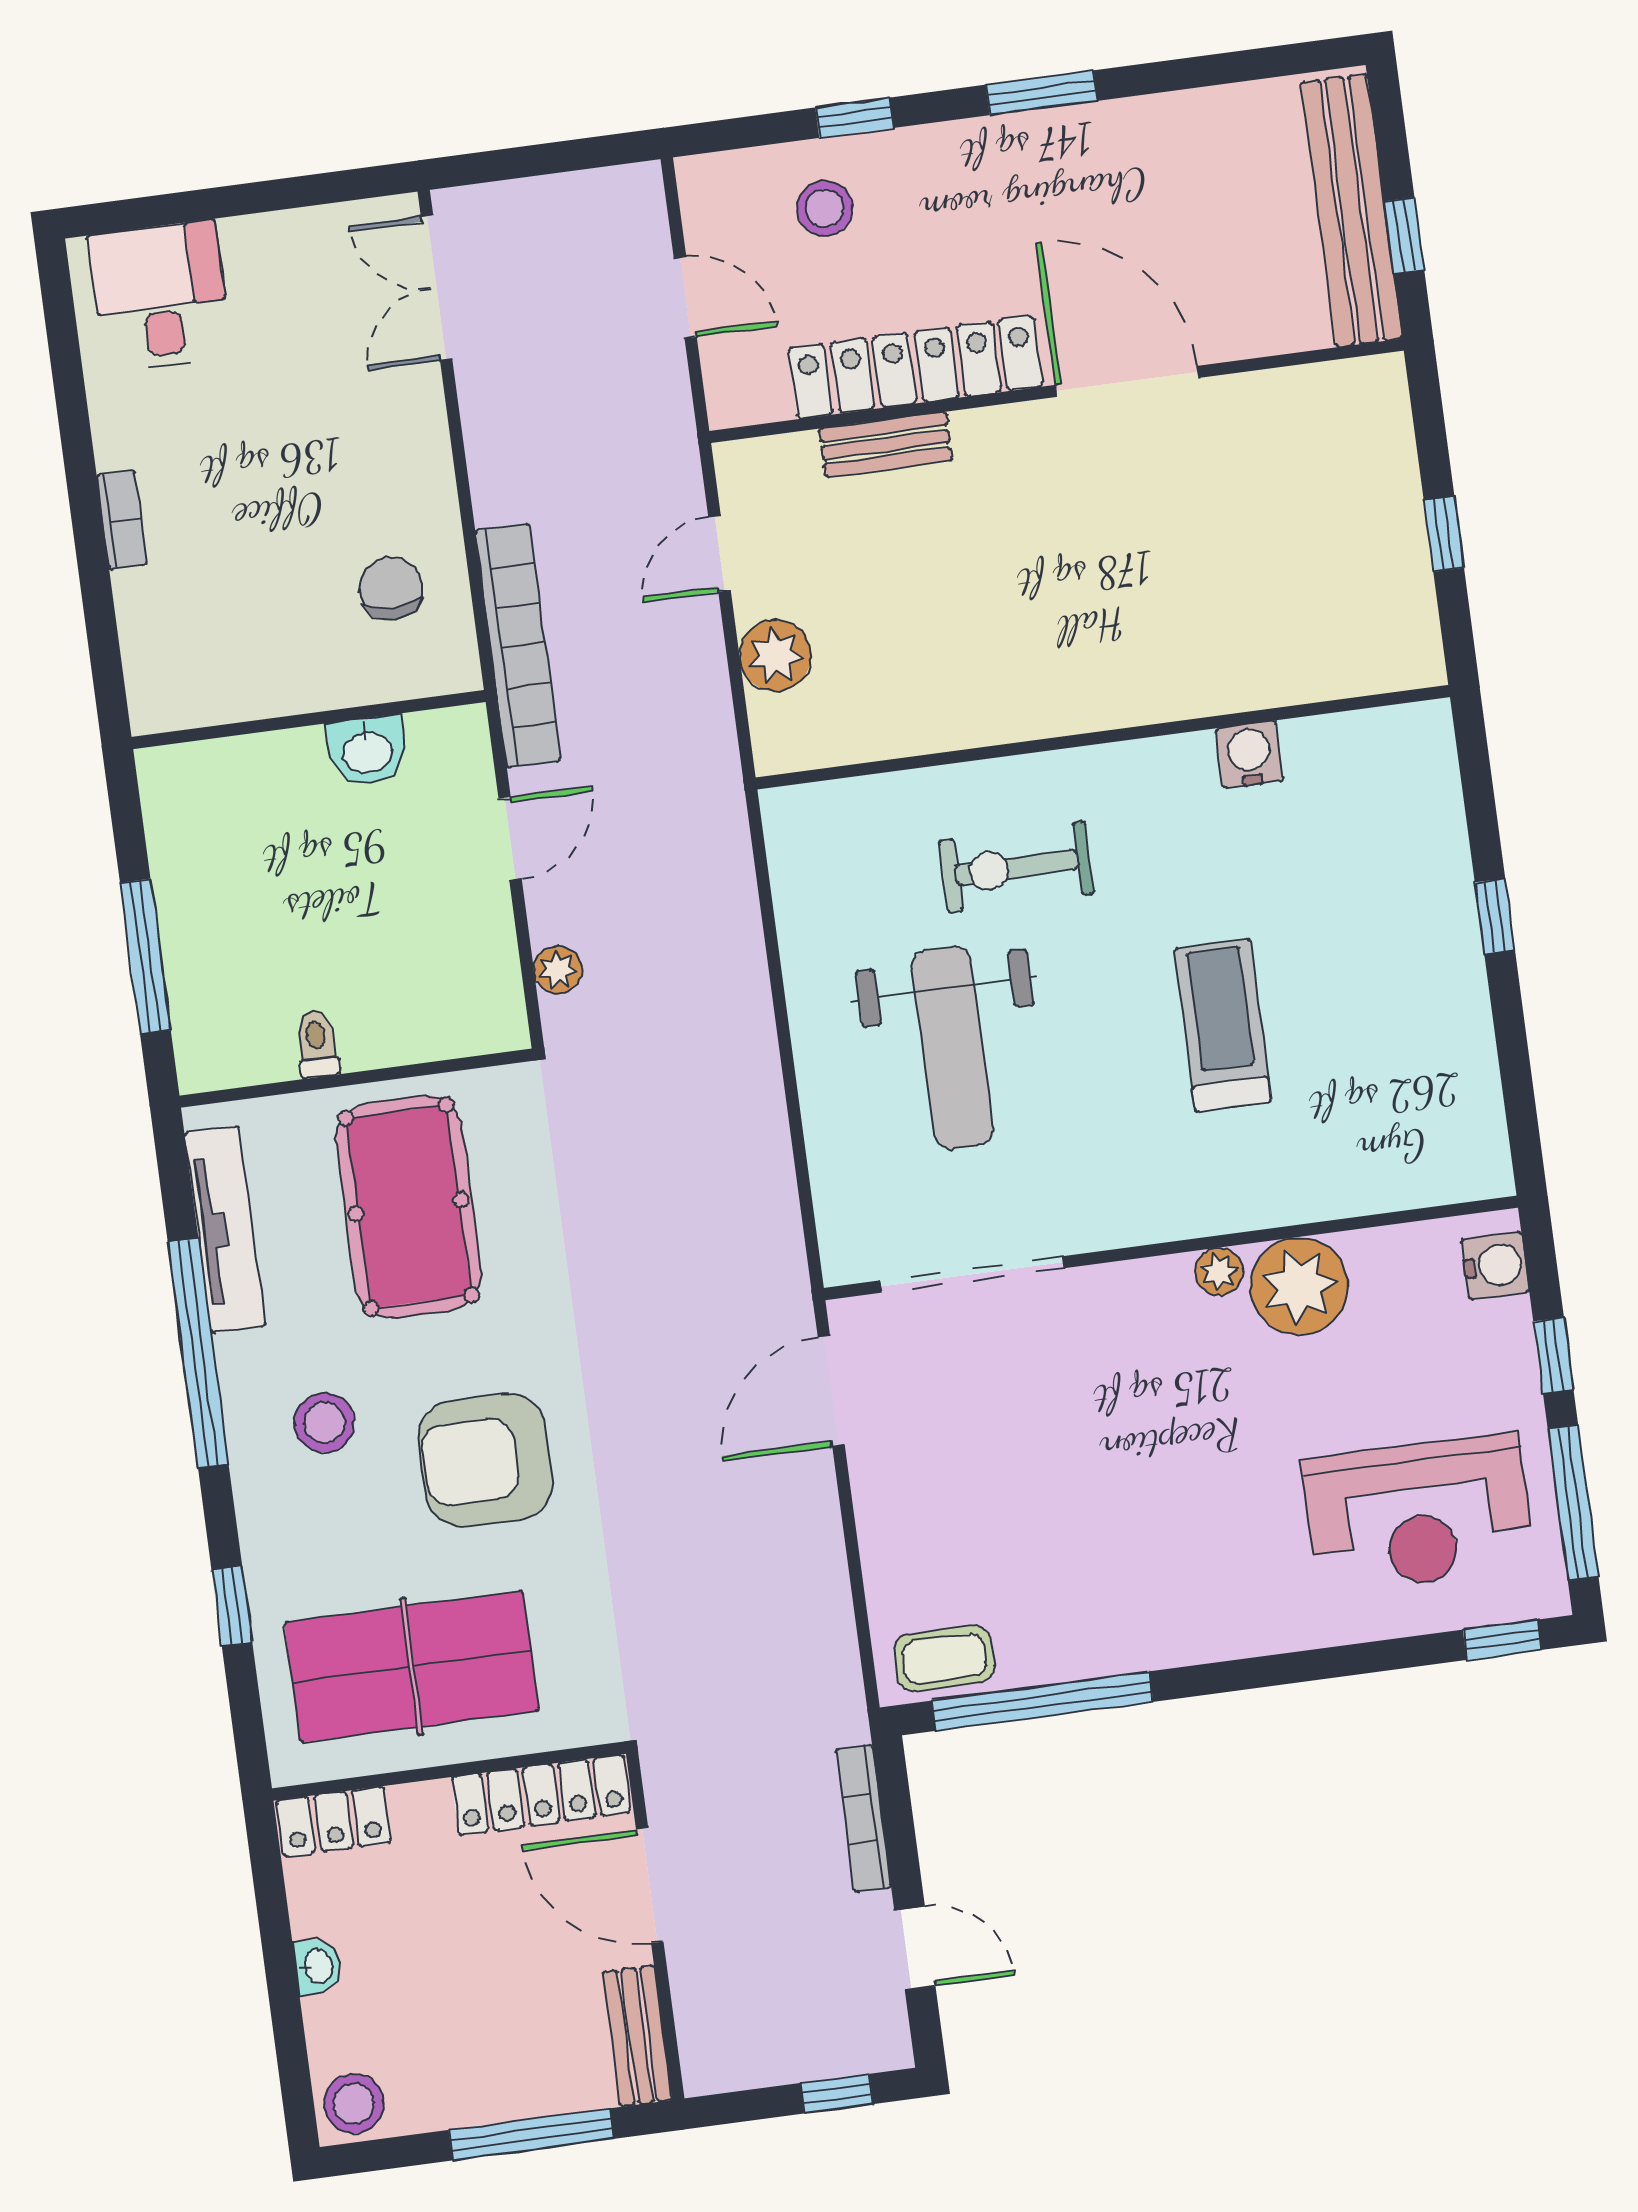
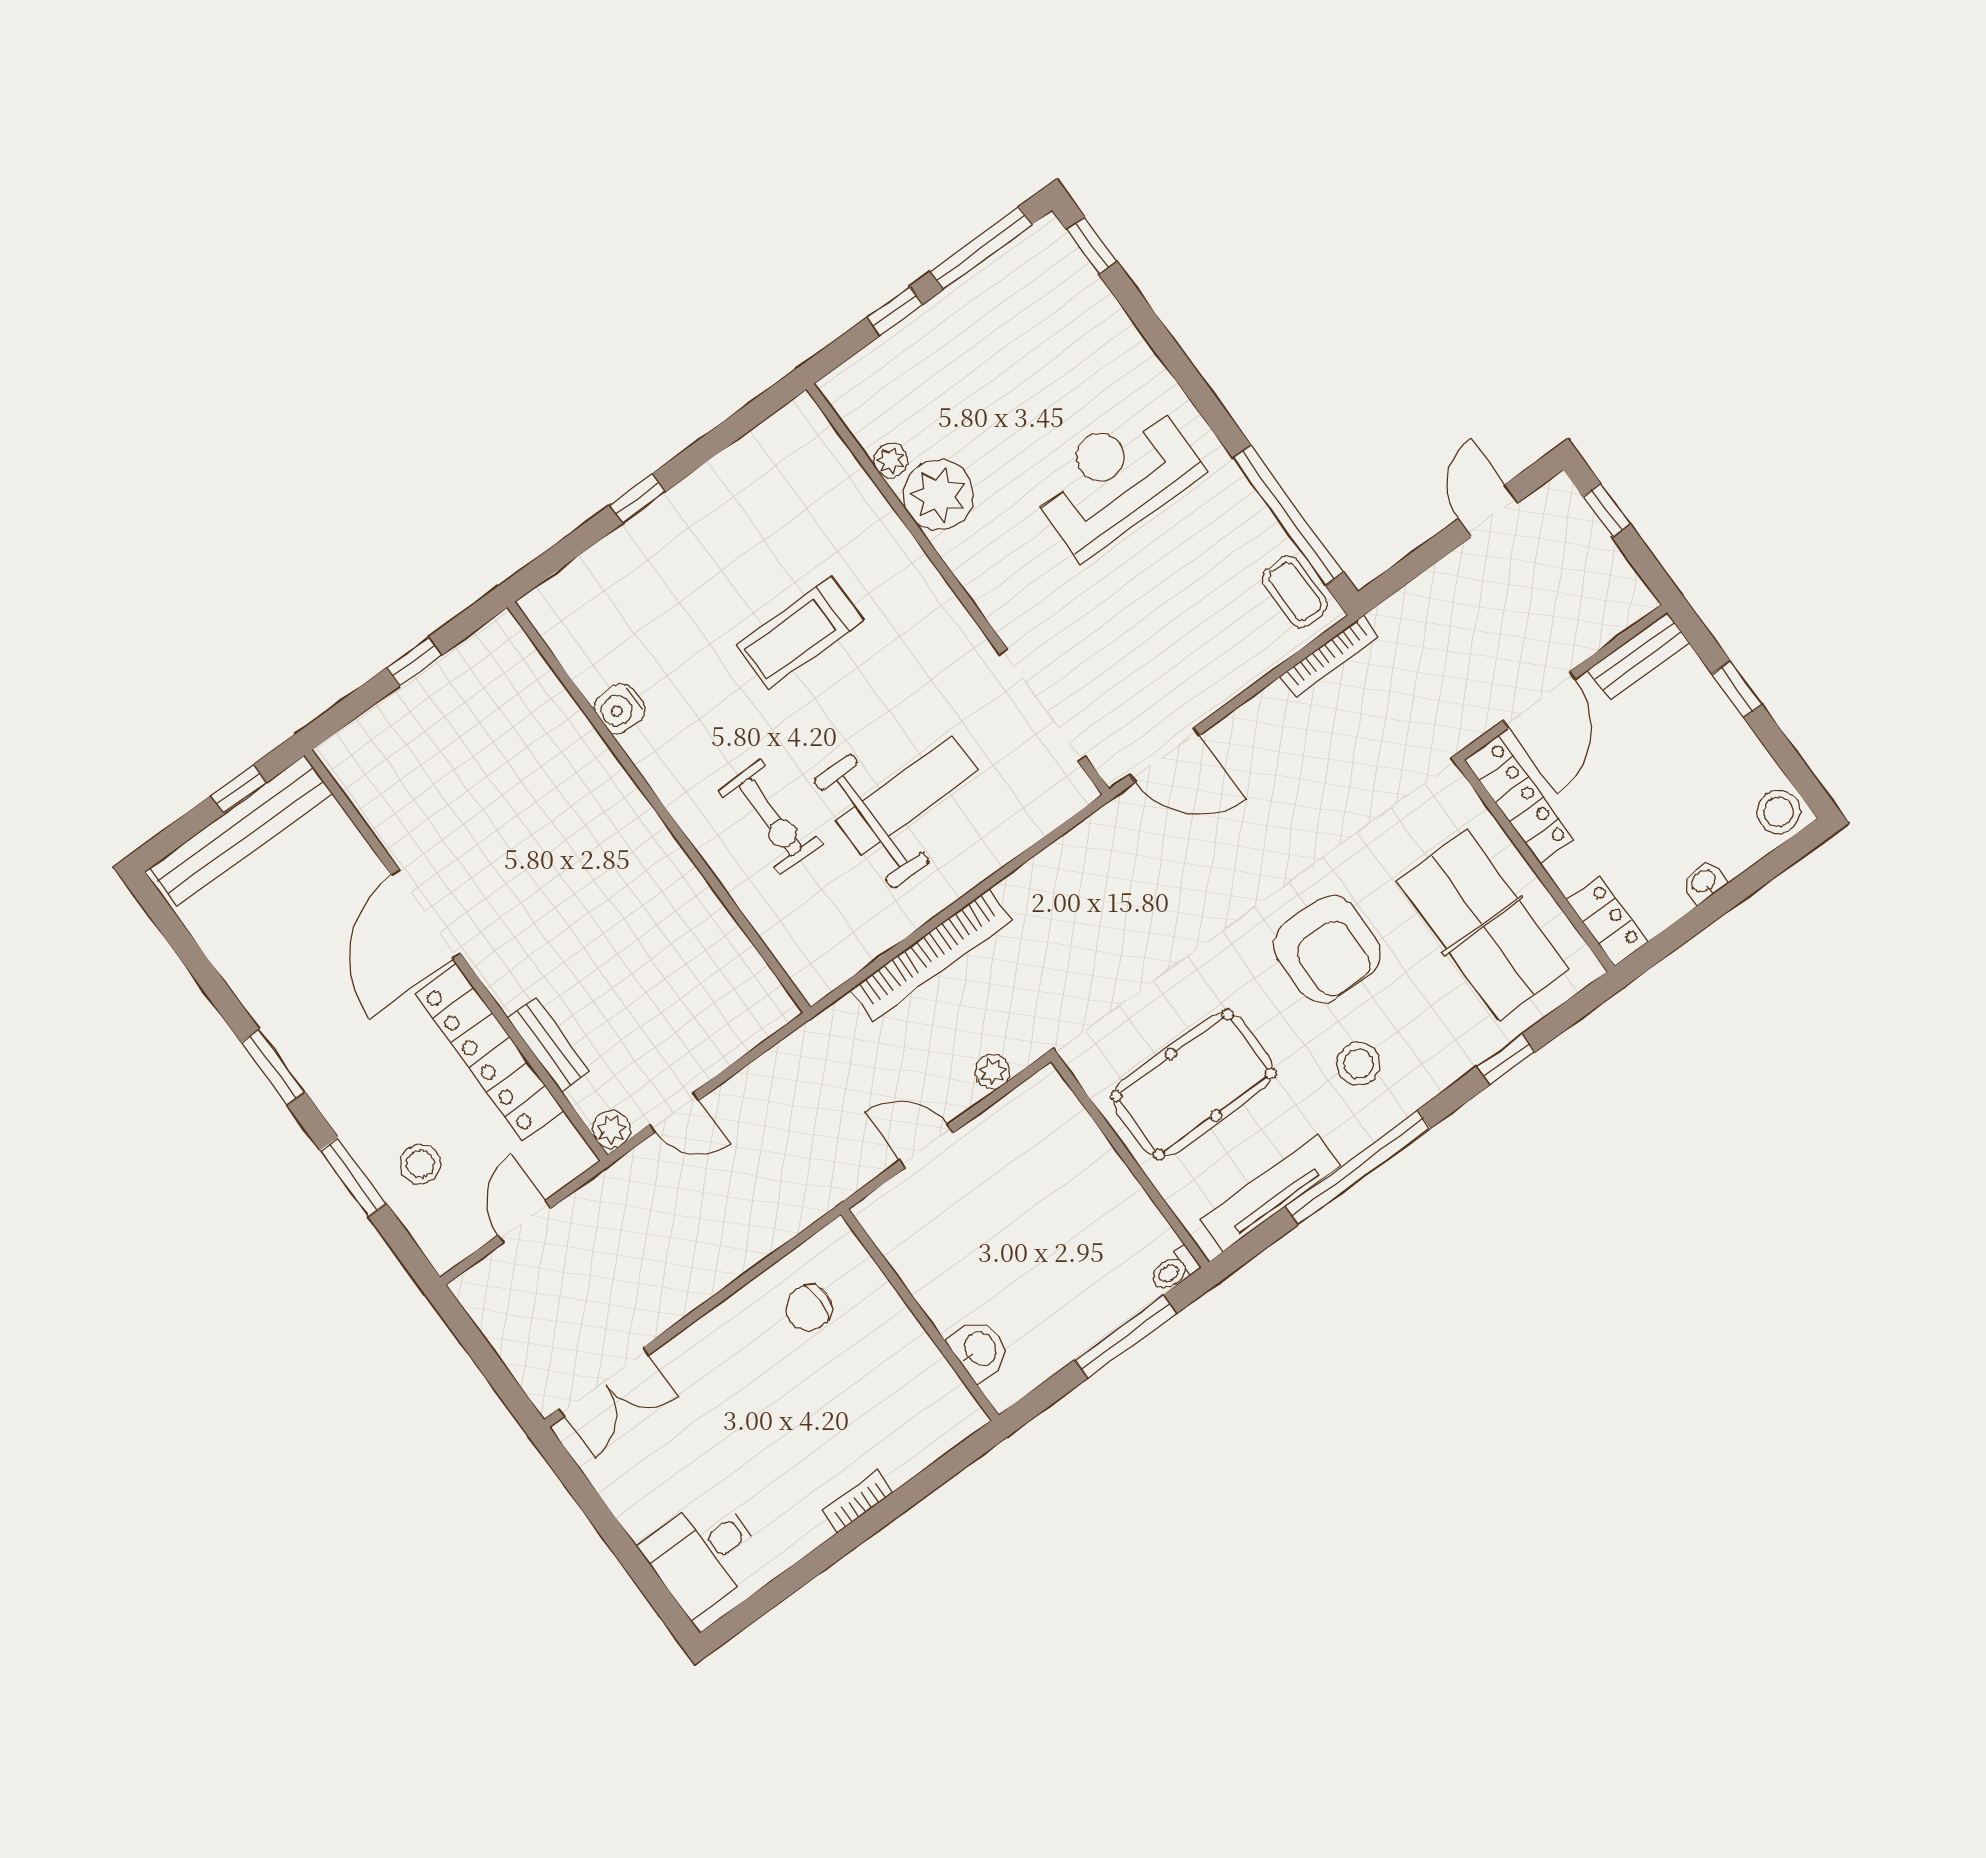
window: (855, 118) -> (353, 1176), width x1.50
bookcase: (518, 646) -> (931, 955), moved, turned 180
plant: (775, 656) -> (612, 1129), moved, width x0.73, depth x0.73
washbasin: (367, 751) -> (980, 1350), moved
toilet: (317, 1044) -> (1174, 1270), moved
water cooler: (1495, 1266) -> (858, 378), removed
plant: (1219, 1272) -> (891, 461), moved
reception desk: (1418, 1513) -> (1115, 478), moved, turned -90
bookcase: (863, 1818) -> (1329, 656), moved
window: (531, 2134) -> (1737, 689), width x0.46

